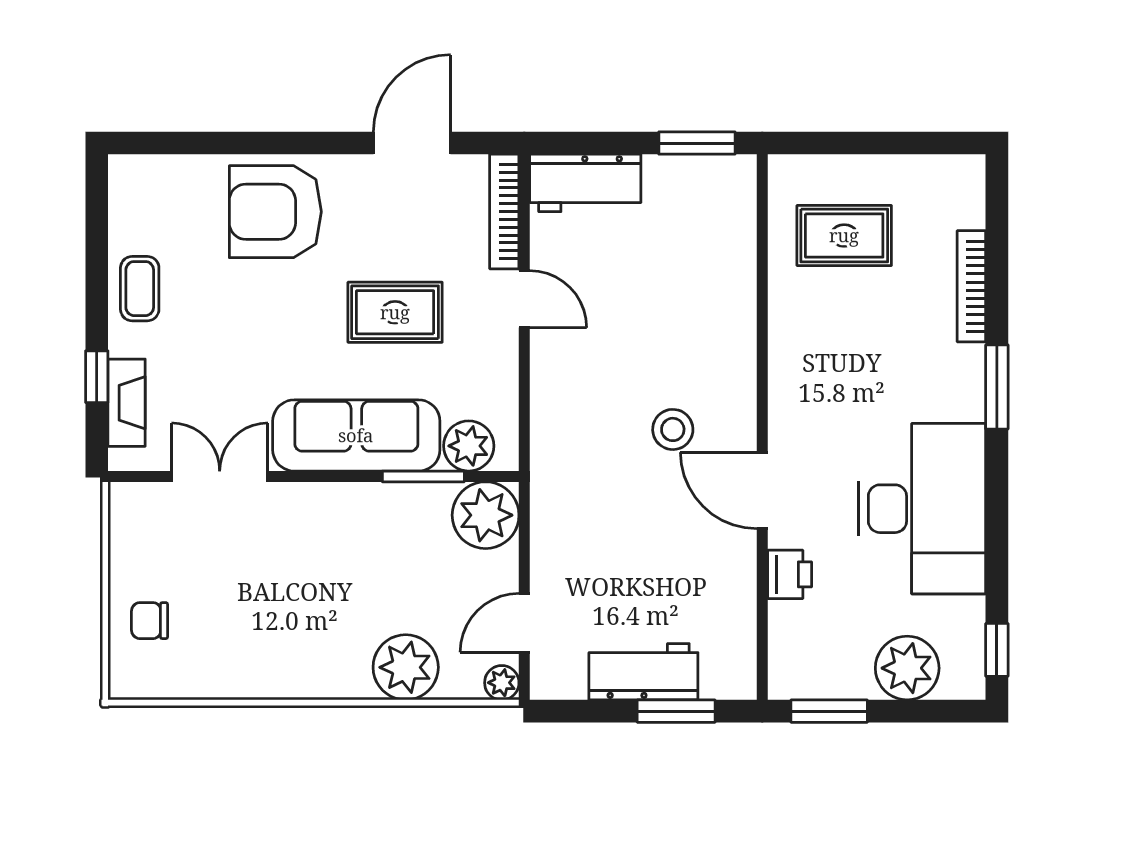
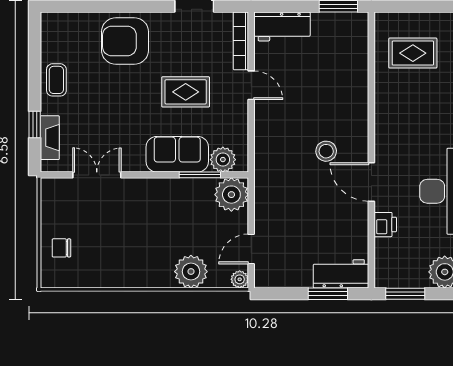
sofa: (356, 435) -> (177, 154), width x0.73
workbench: (643, 672) -> (341, 274), moved

